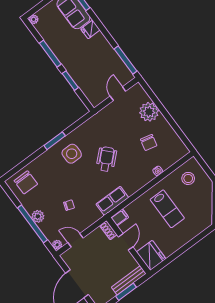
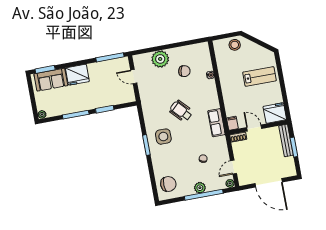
fridge: (90, 29) -> (77, 75), width x1.88, depth x1.34
stool: (188, 178) -> (235, 45), moved
lab bench: (167, 209) -> (260, 76), moved

